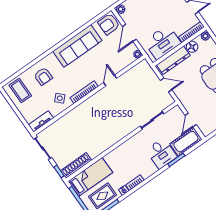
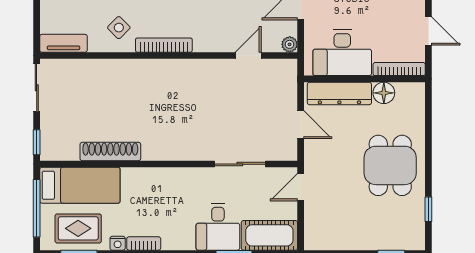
plant: (205, 36) -> (417, 91), removed
door: (110, 80) -> (248, 55), moved
door: (191, 120) -> (301, 187), moved
shoe rack: (76, 165) -> (110, 152), moved

